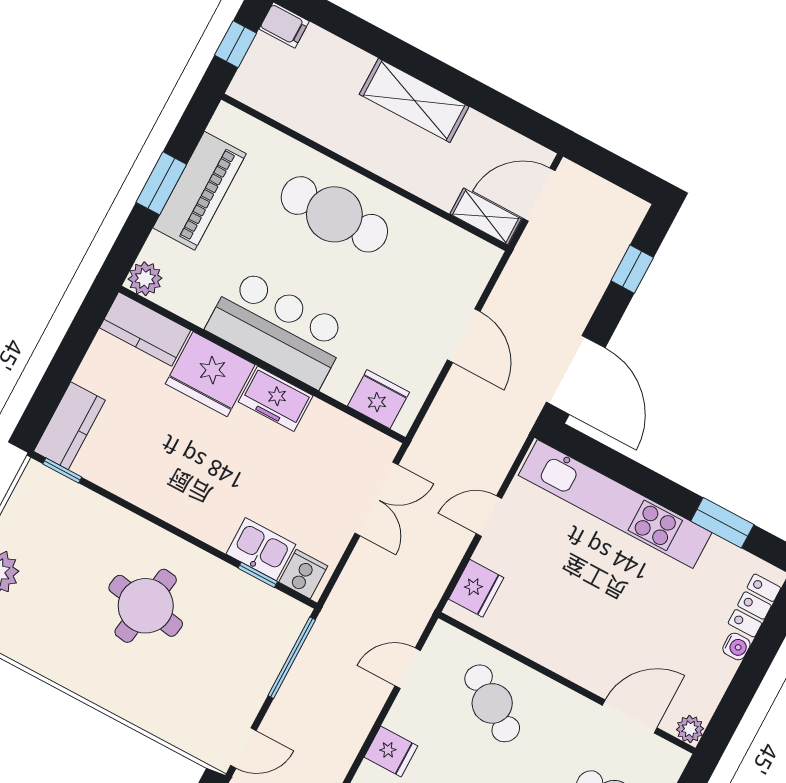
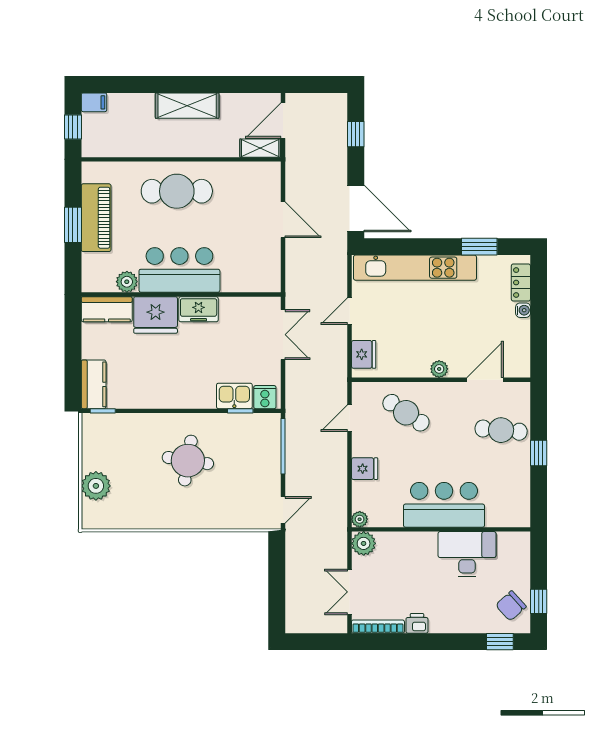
plant: (145, 279) -> (127, 282), moved
fridge: (378, 399) -> (255, 279), removed
plant: (690, 729) -> (439, 369), moved

